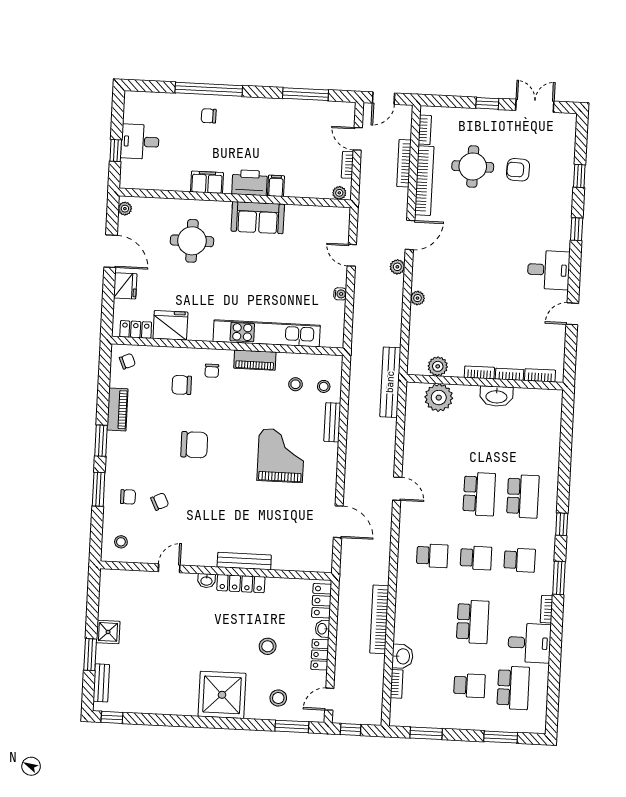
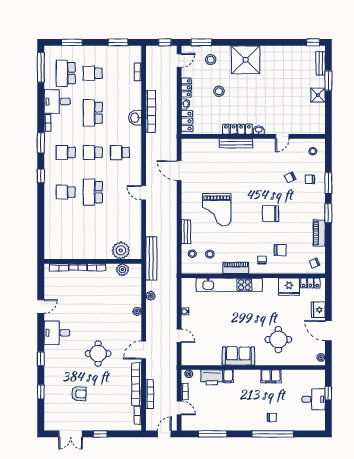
round table: (473, 167) -> (98, 354), moved
printer: (250, 183) -> (212, 377), moved
plant: (397, 267) -> (151, 296), moved
washbasin: (496, 396) -> (85, 253), removed
school desk: (523, 496) -> (66, 192), width x0.54
washbasin: (402, 656) -> (135, 118), moved
window: (553, 699) -> (41, 67), added

